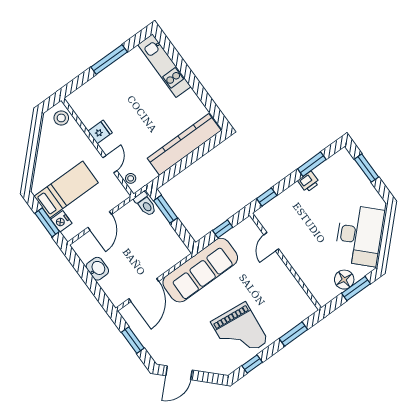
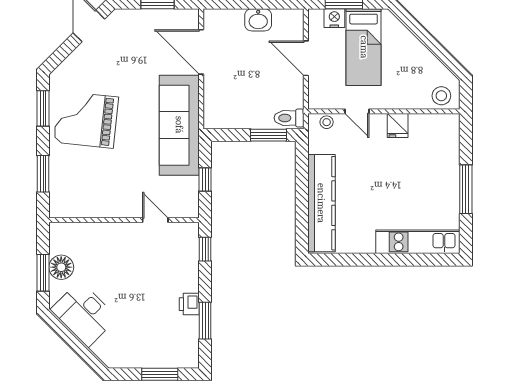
desk: (359, 235) -> (84, 314), width x0.73, depth x0.77
window: (252, 364) -> (43, 108), width x1.50

